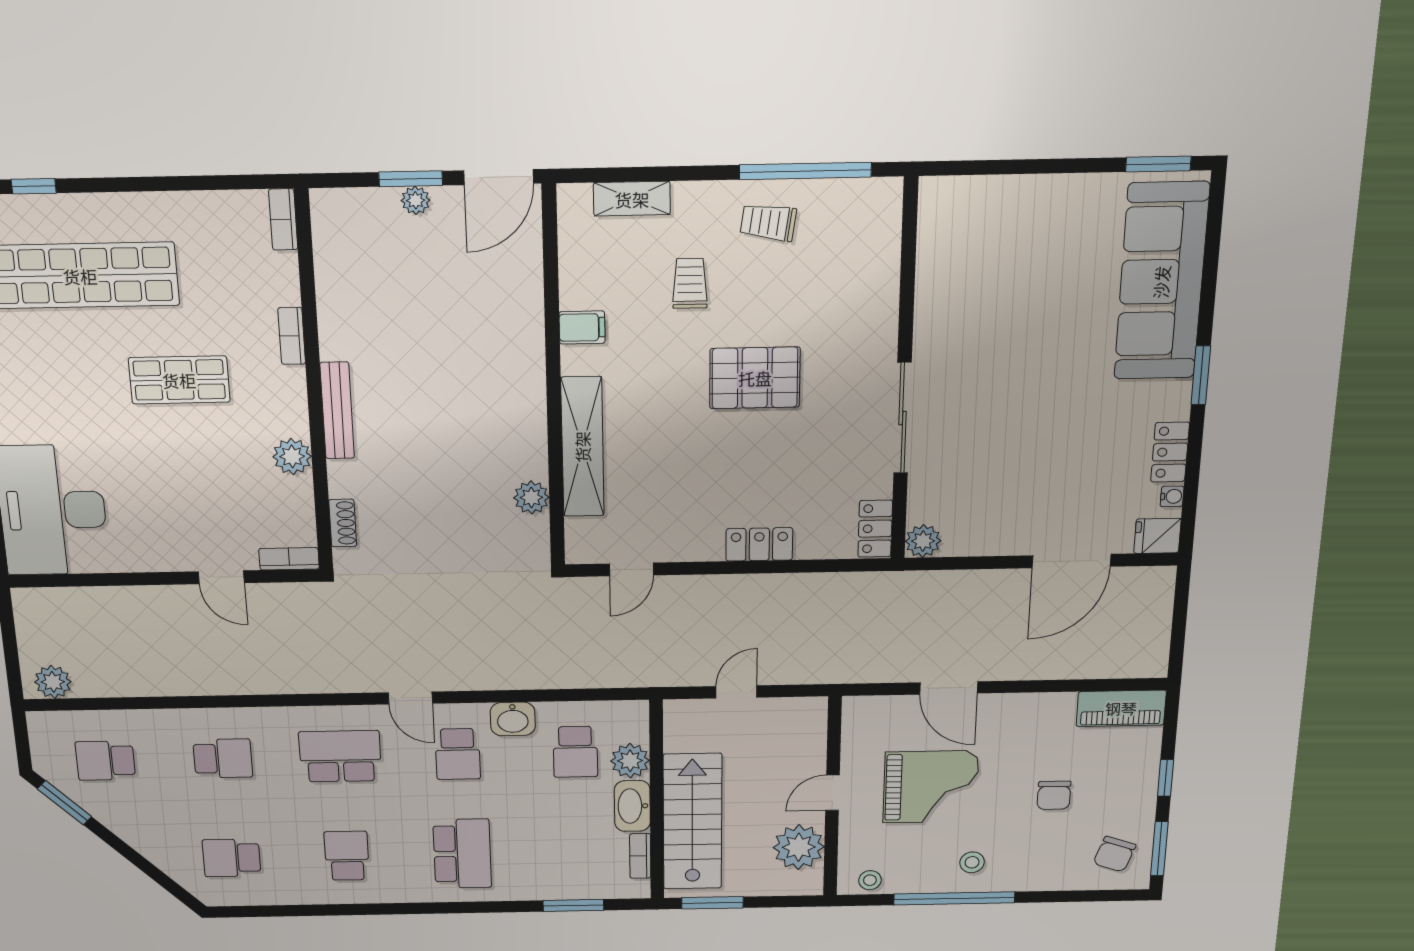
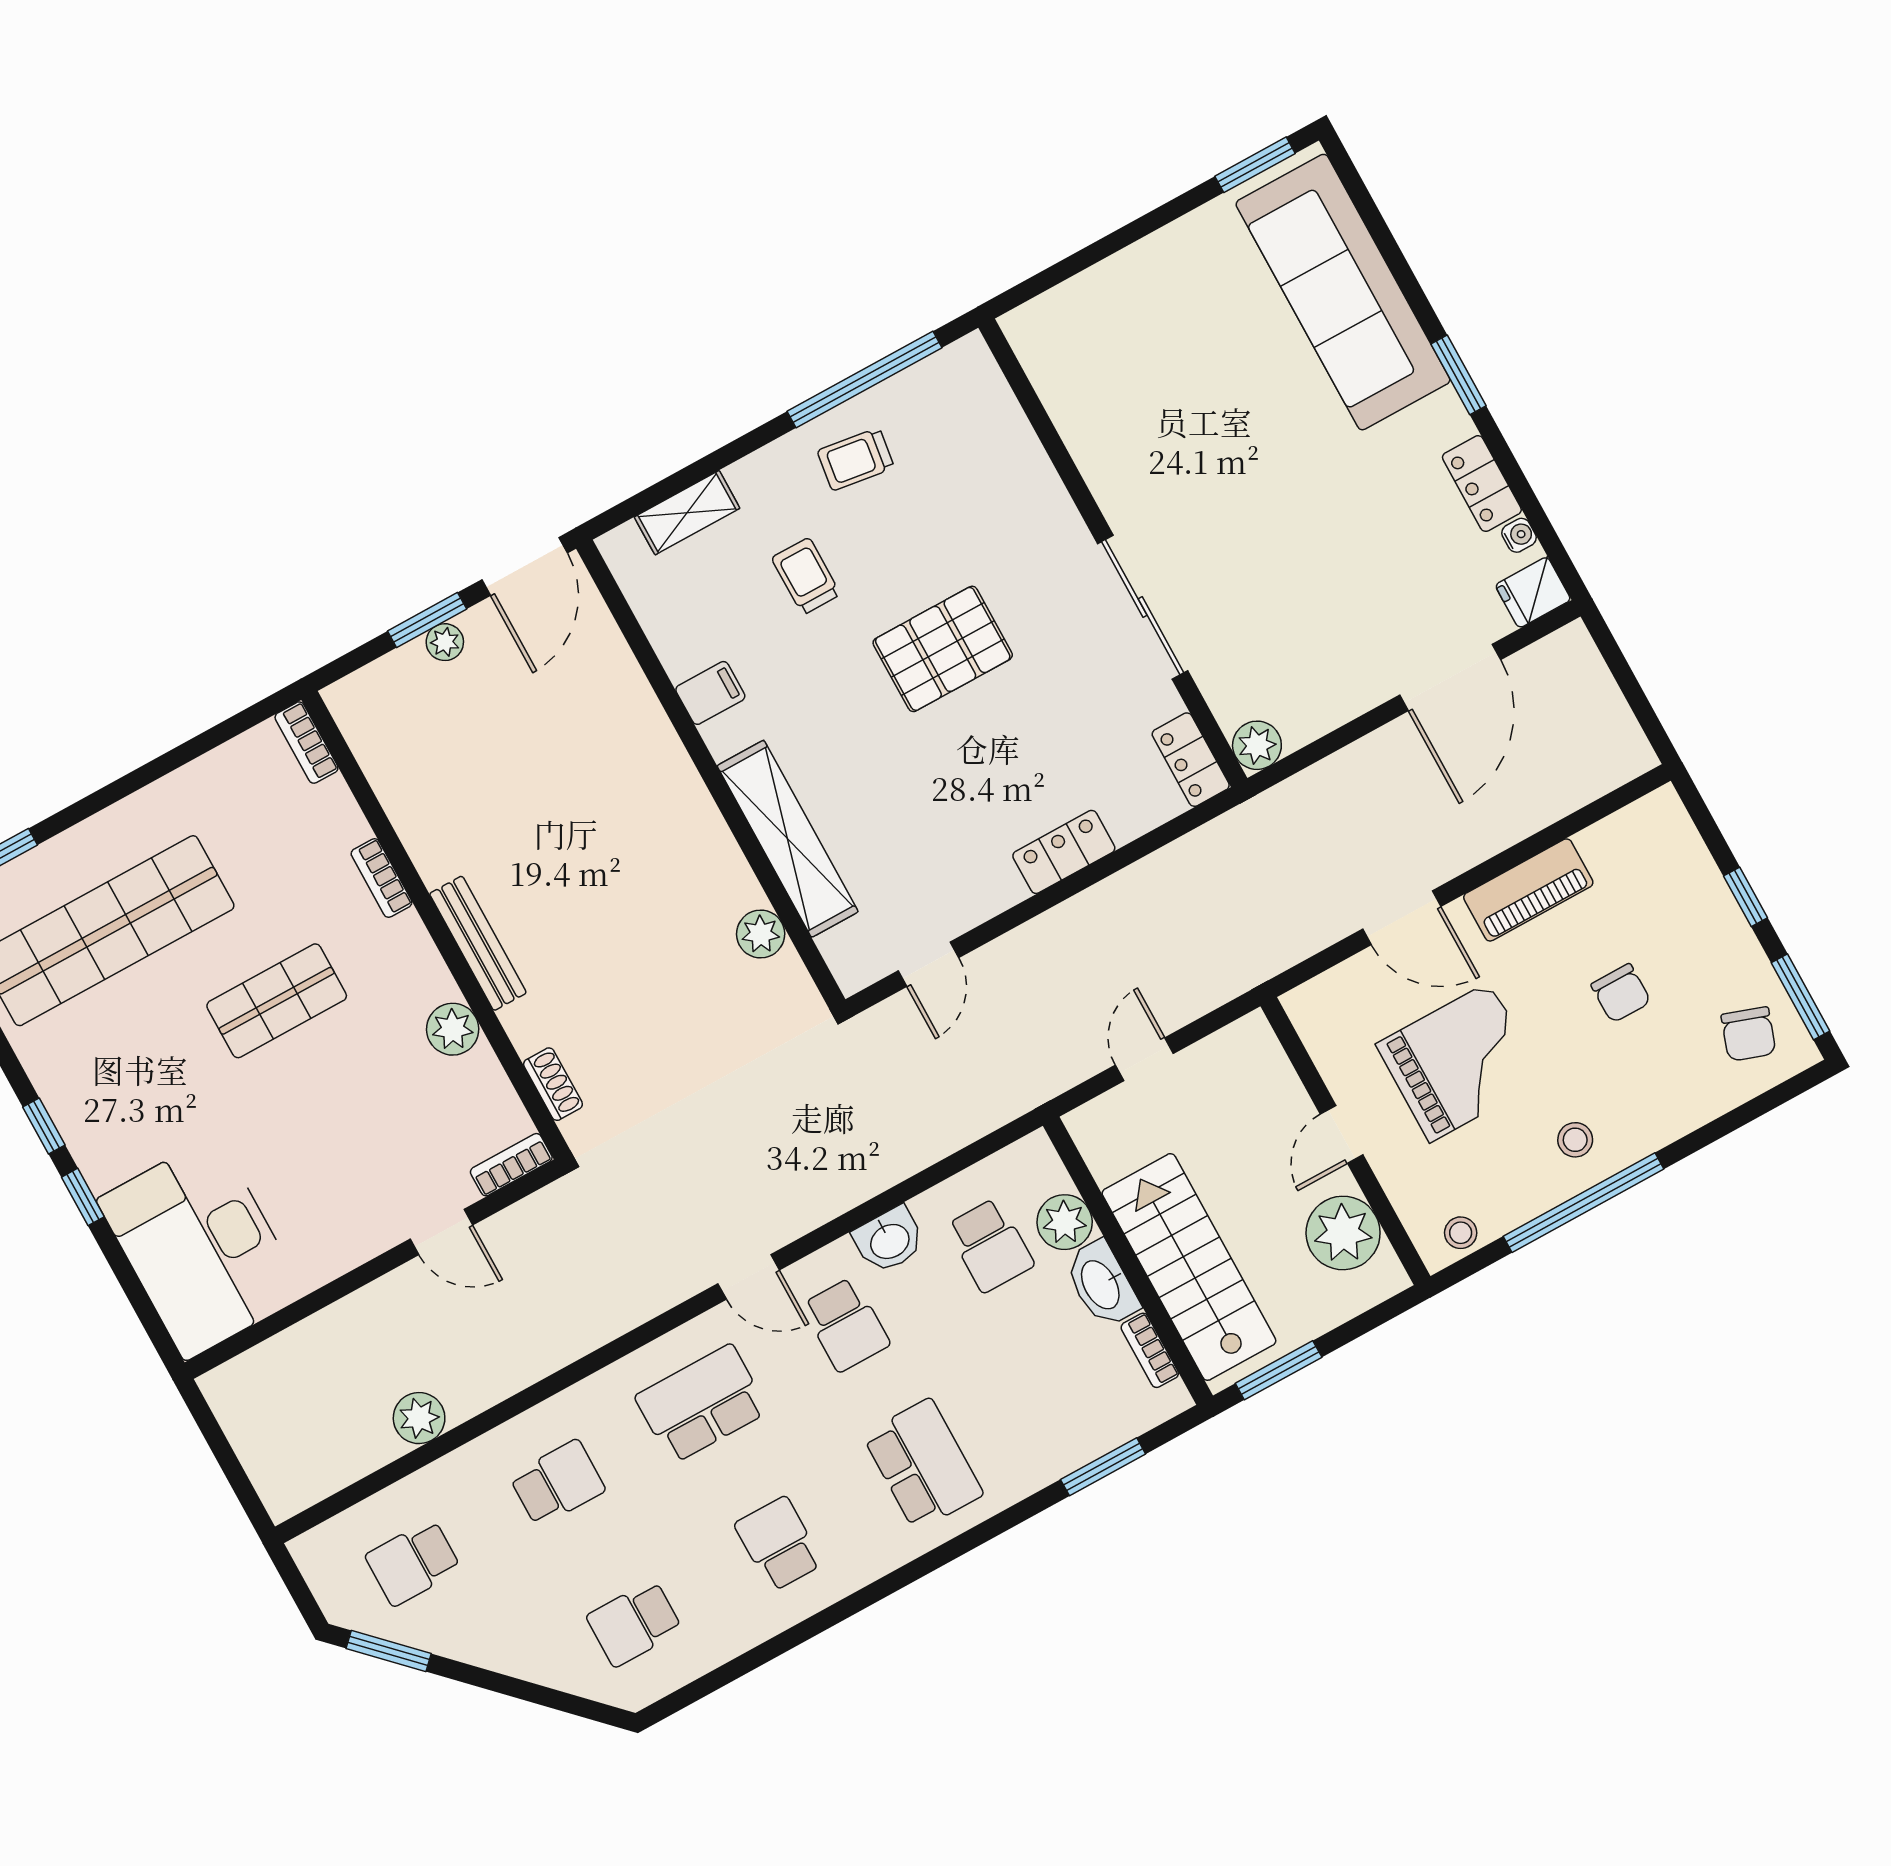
plant: (53, 682) -> (419, 1418), moved
piano: (1121, 708) -> (1528, 890), moved

